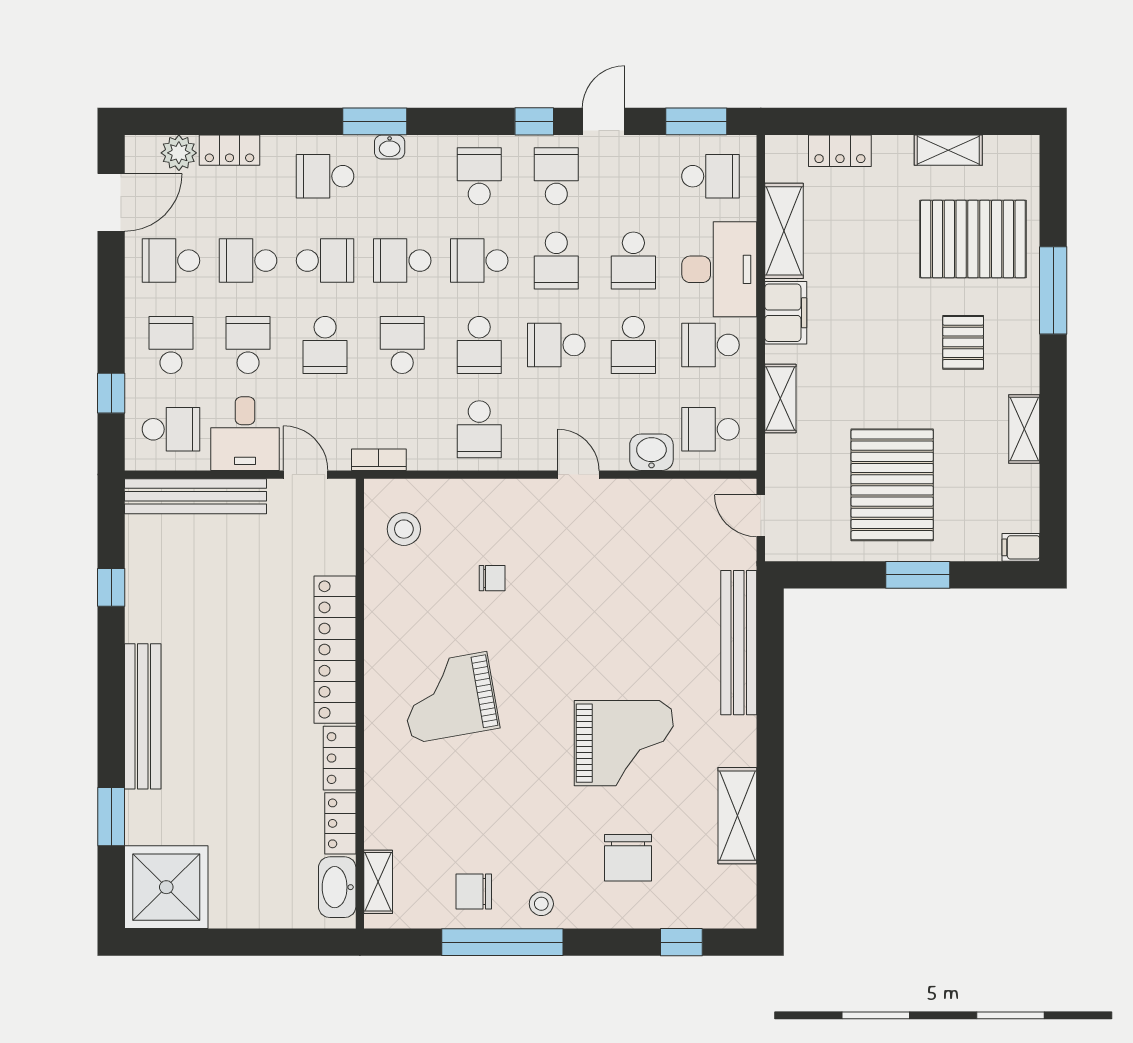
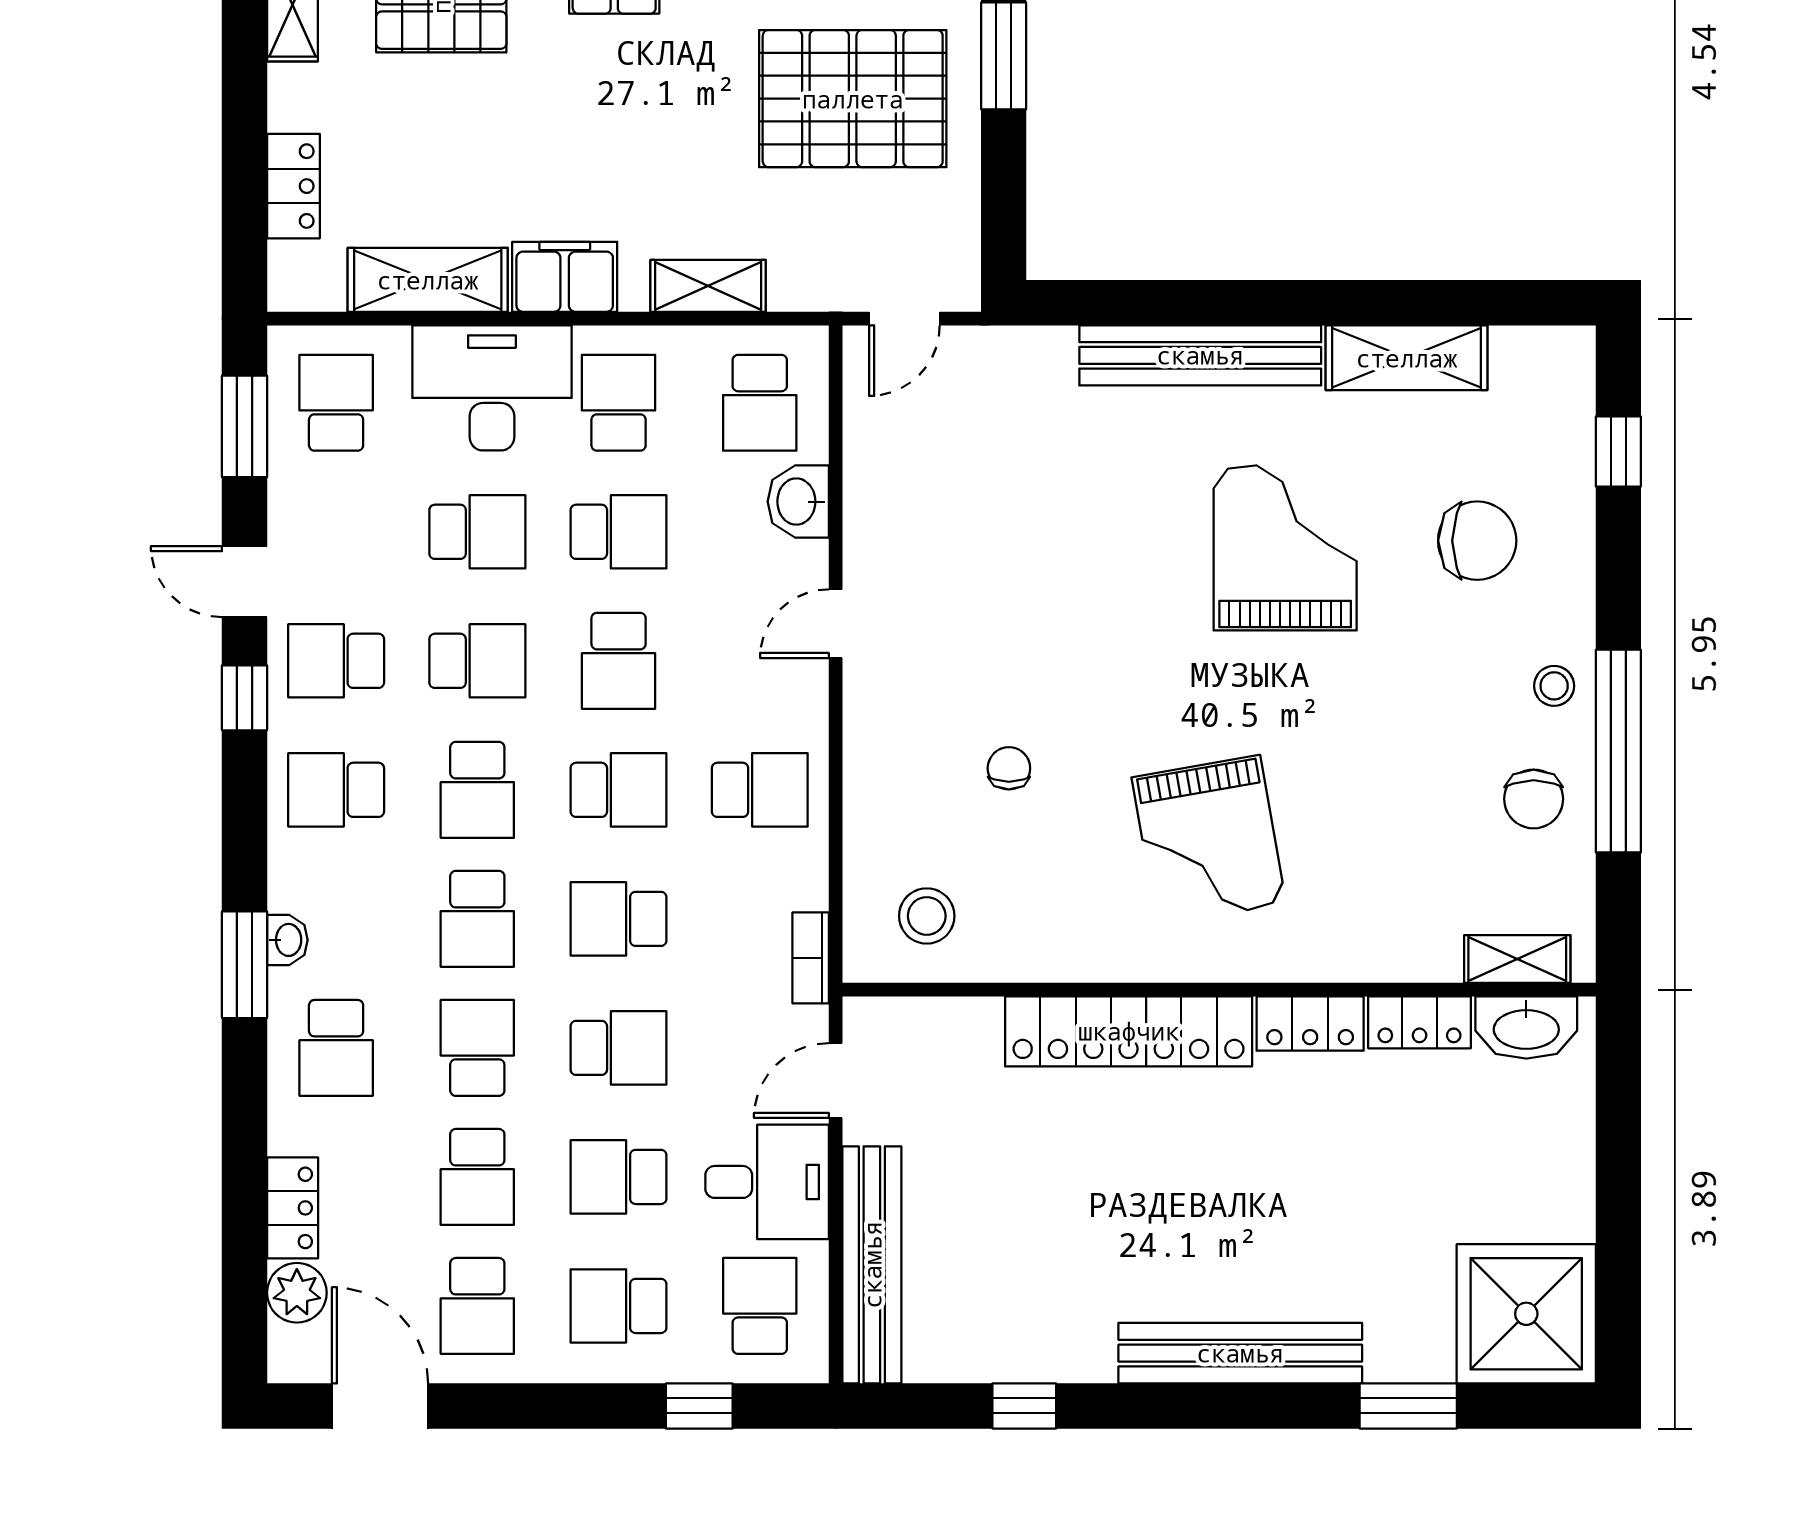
school desk: (710, 345) -> (619, 403), turned 180
bench: (739, 643) -> (1200, 355), moved

